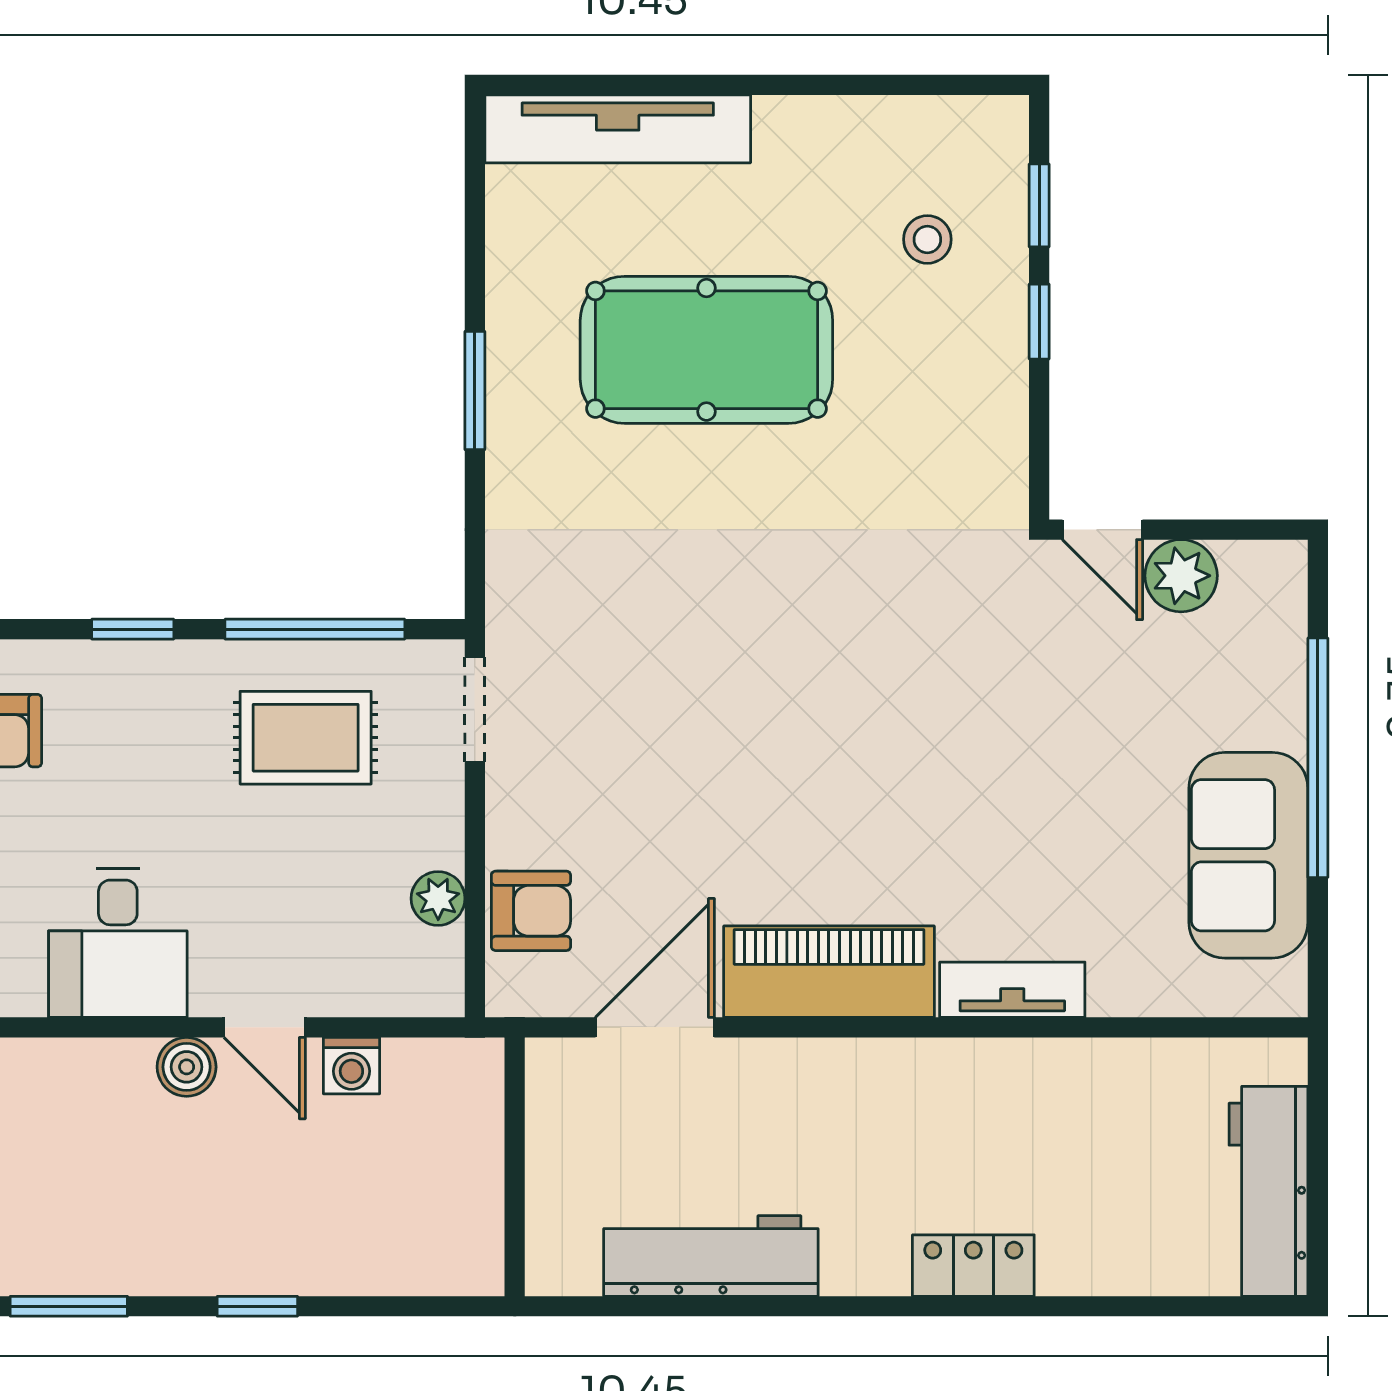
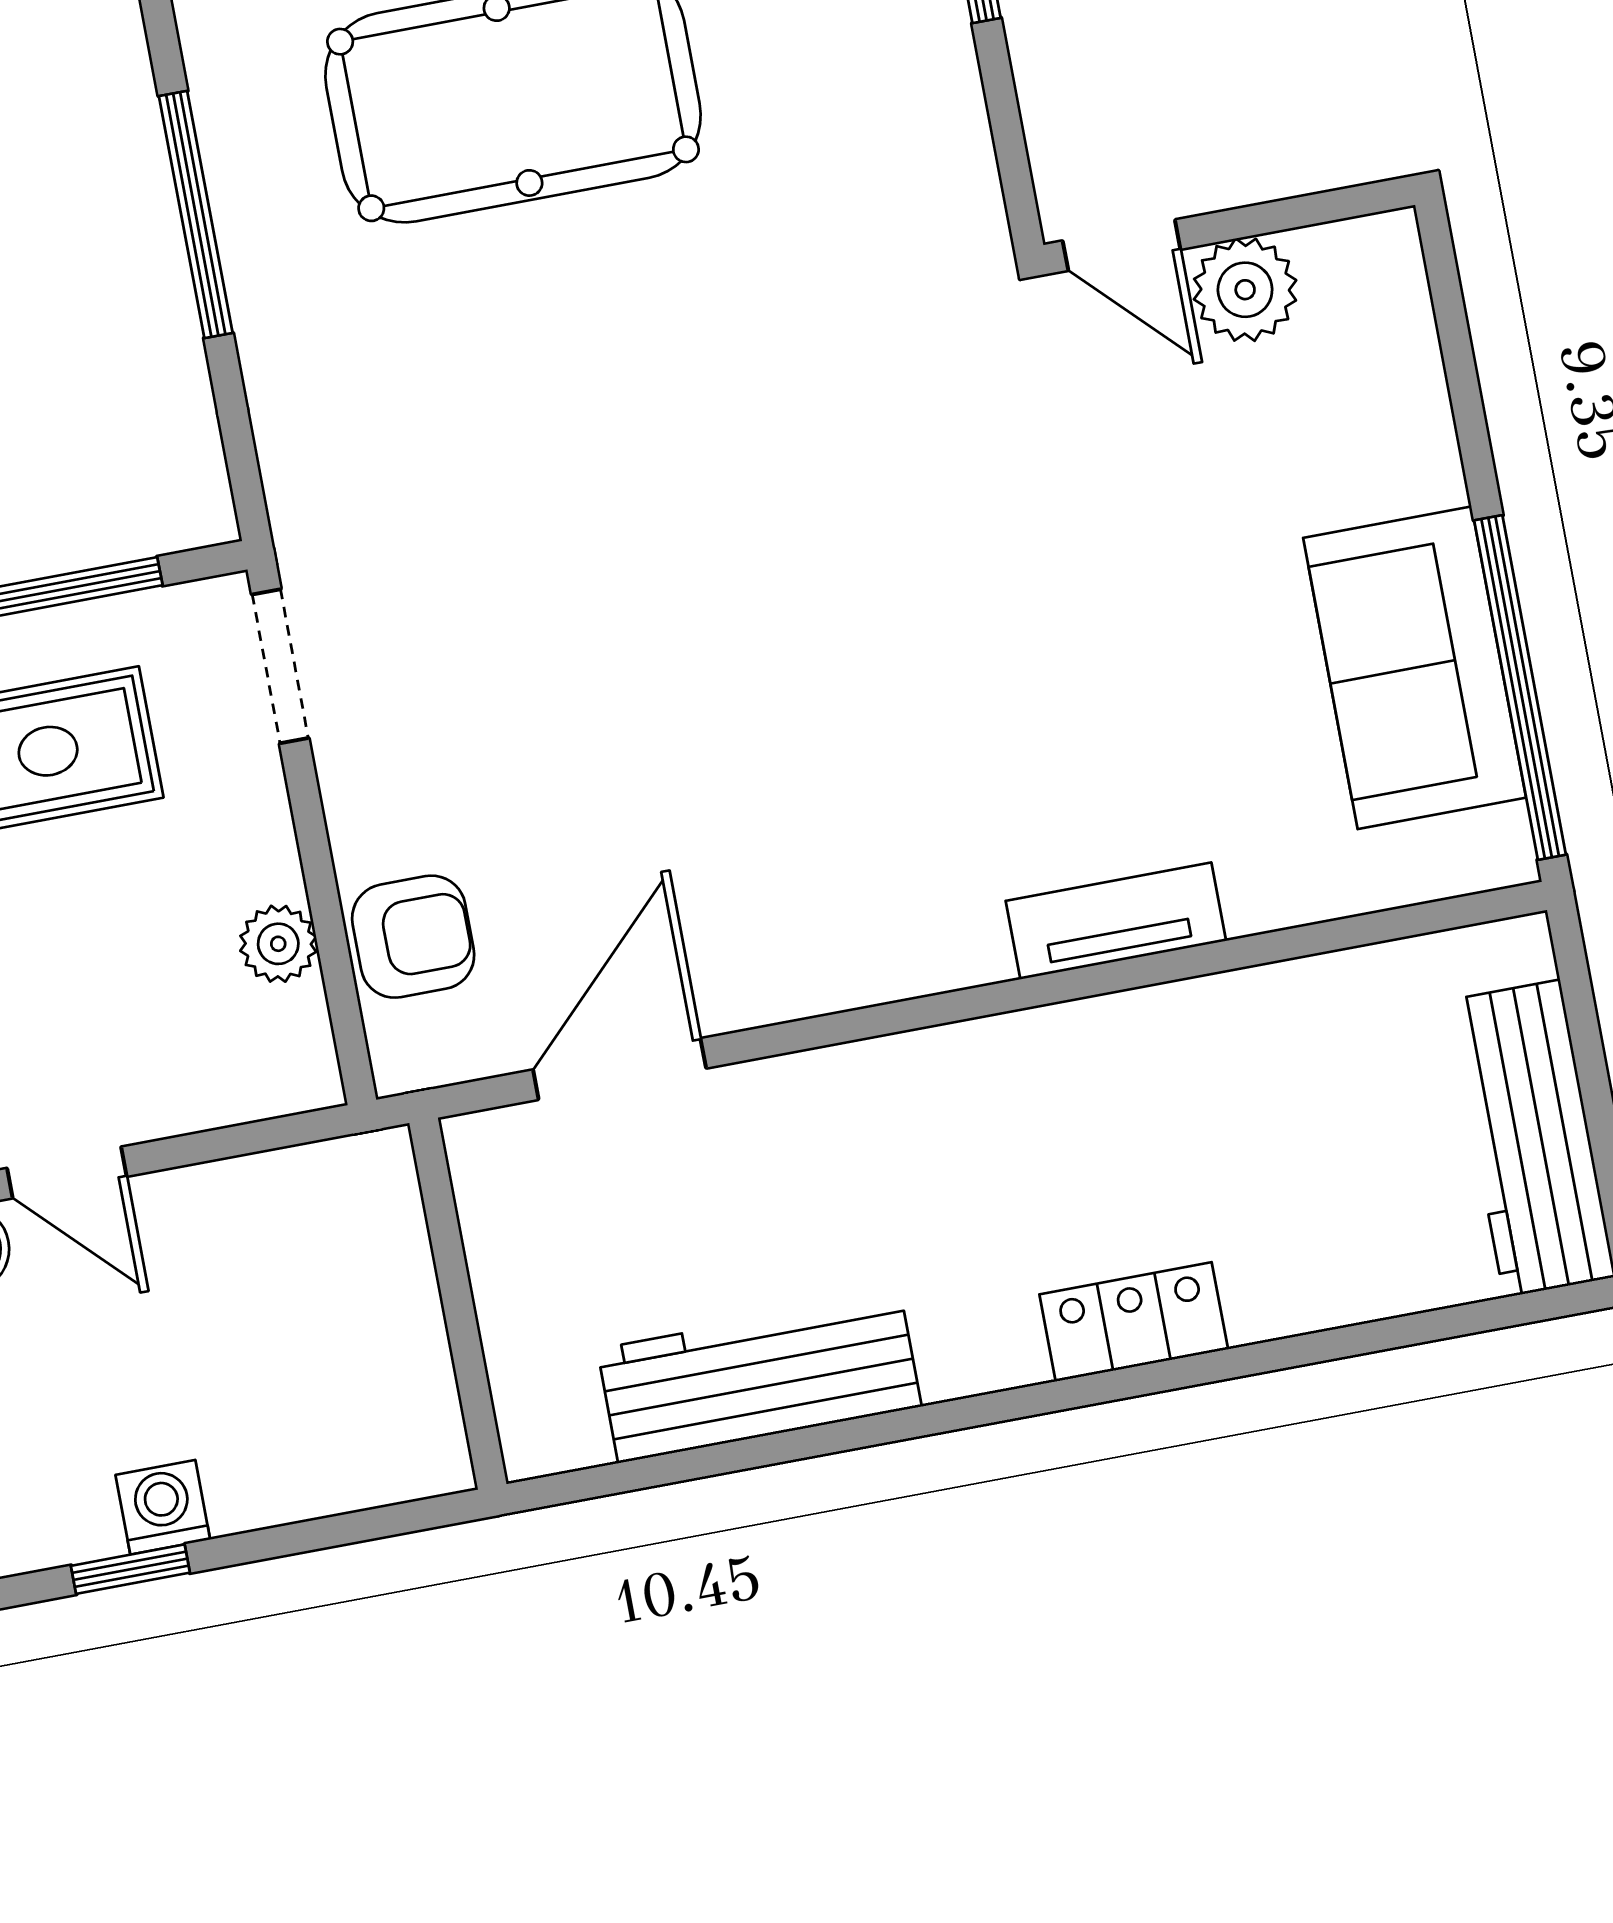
window: (475, 390) -> (196, 215), width x1.44
window: (1318, 758) -> (1520, 688), moved
piano: (829, 972) -> (851, 944), removed
washing machine: (351, 1066) -> (163, 1507), moved, turned 180

